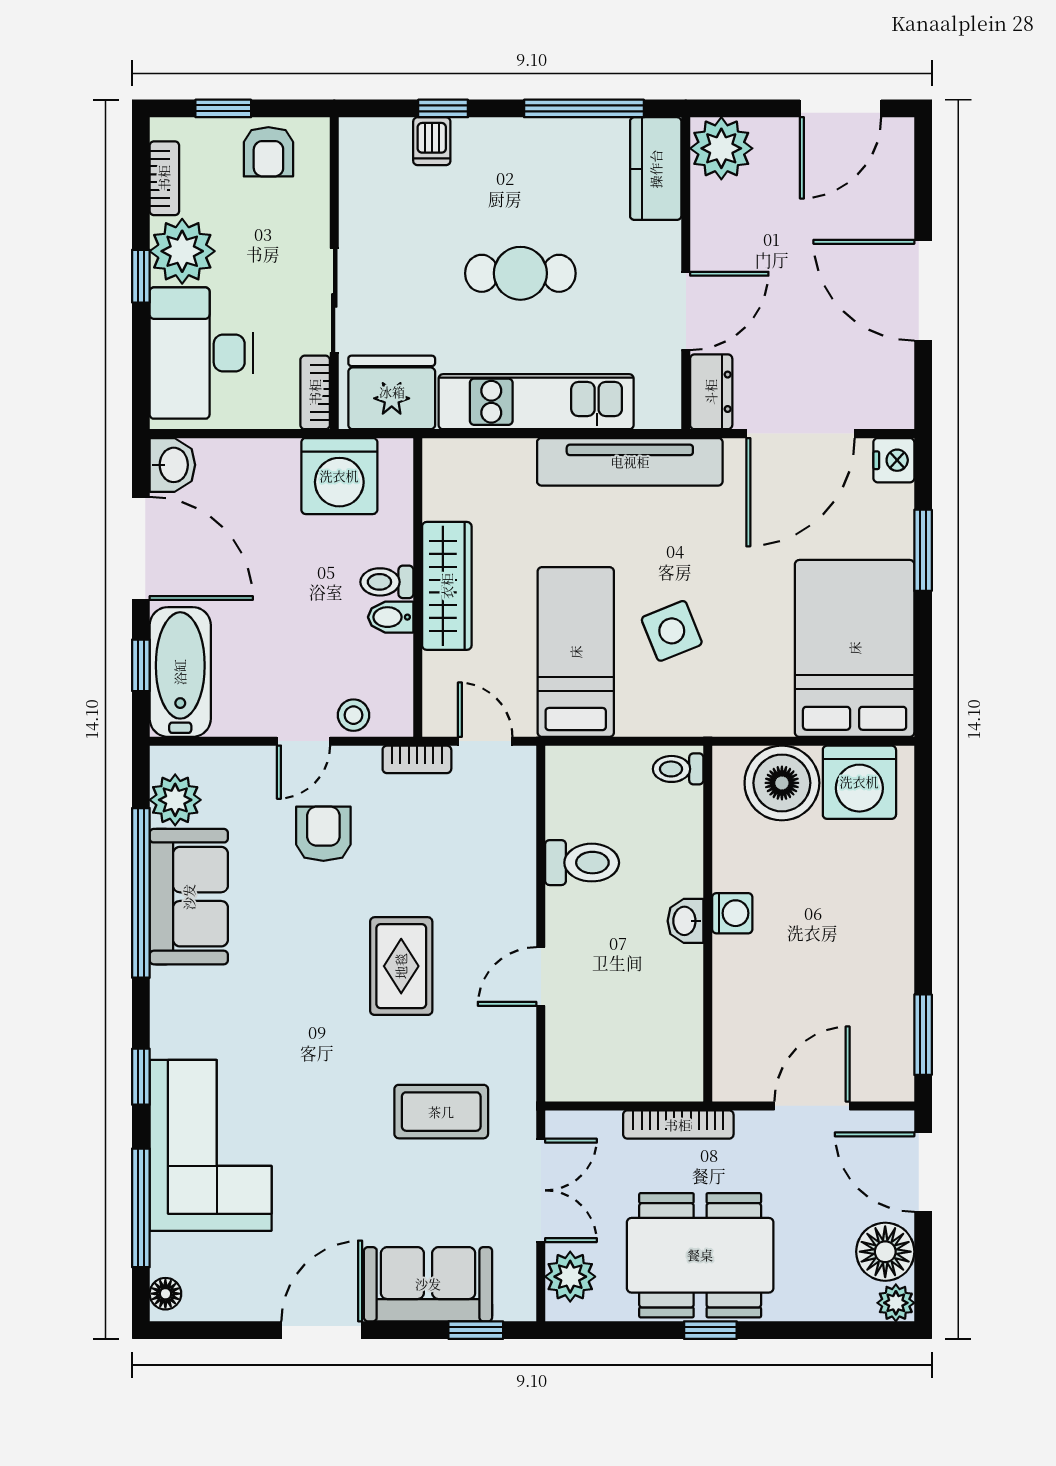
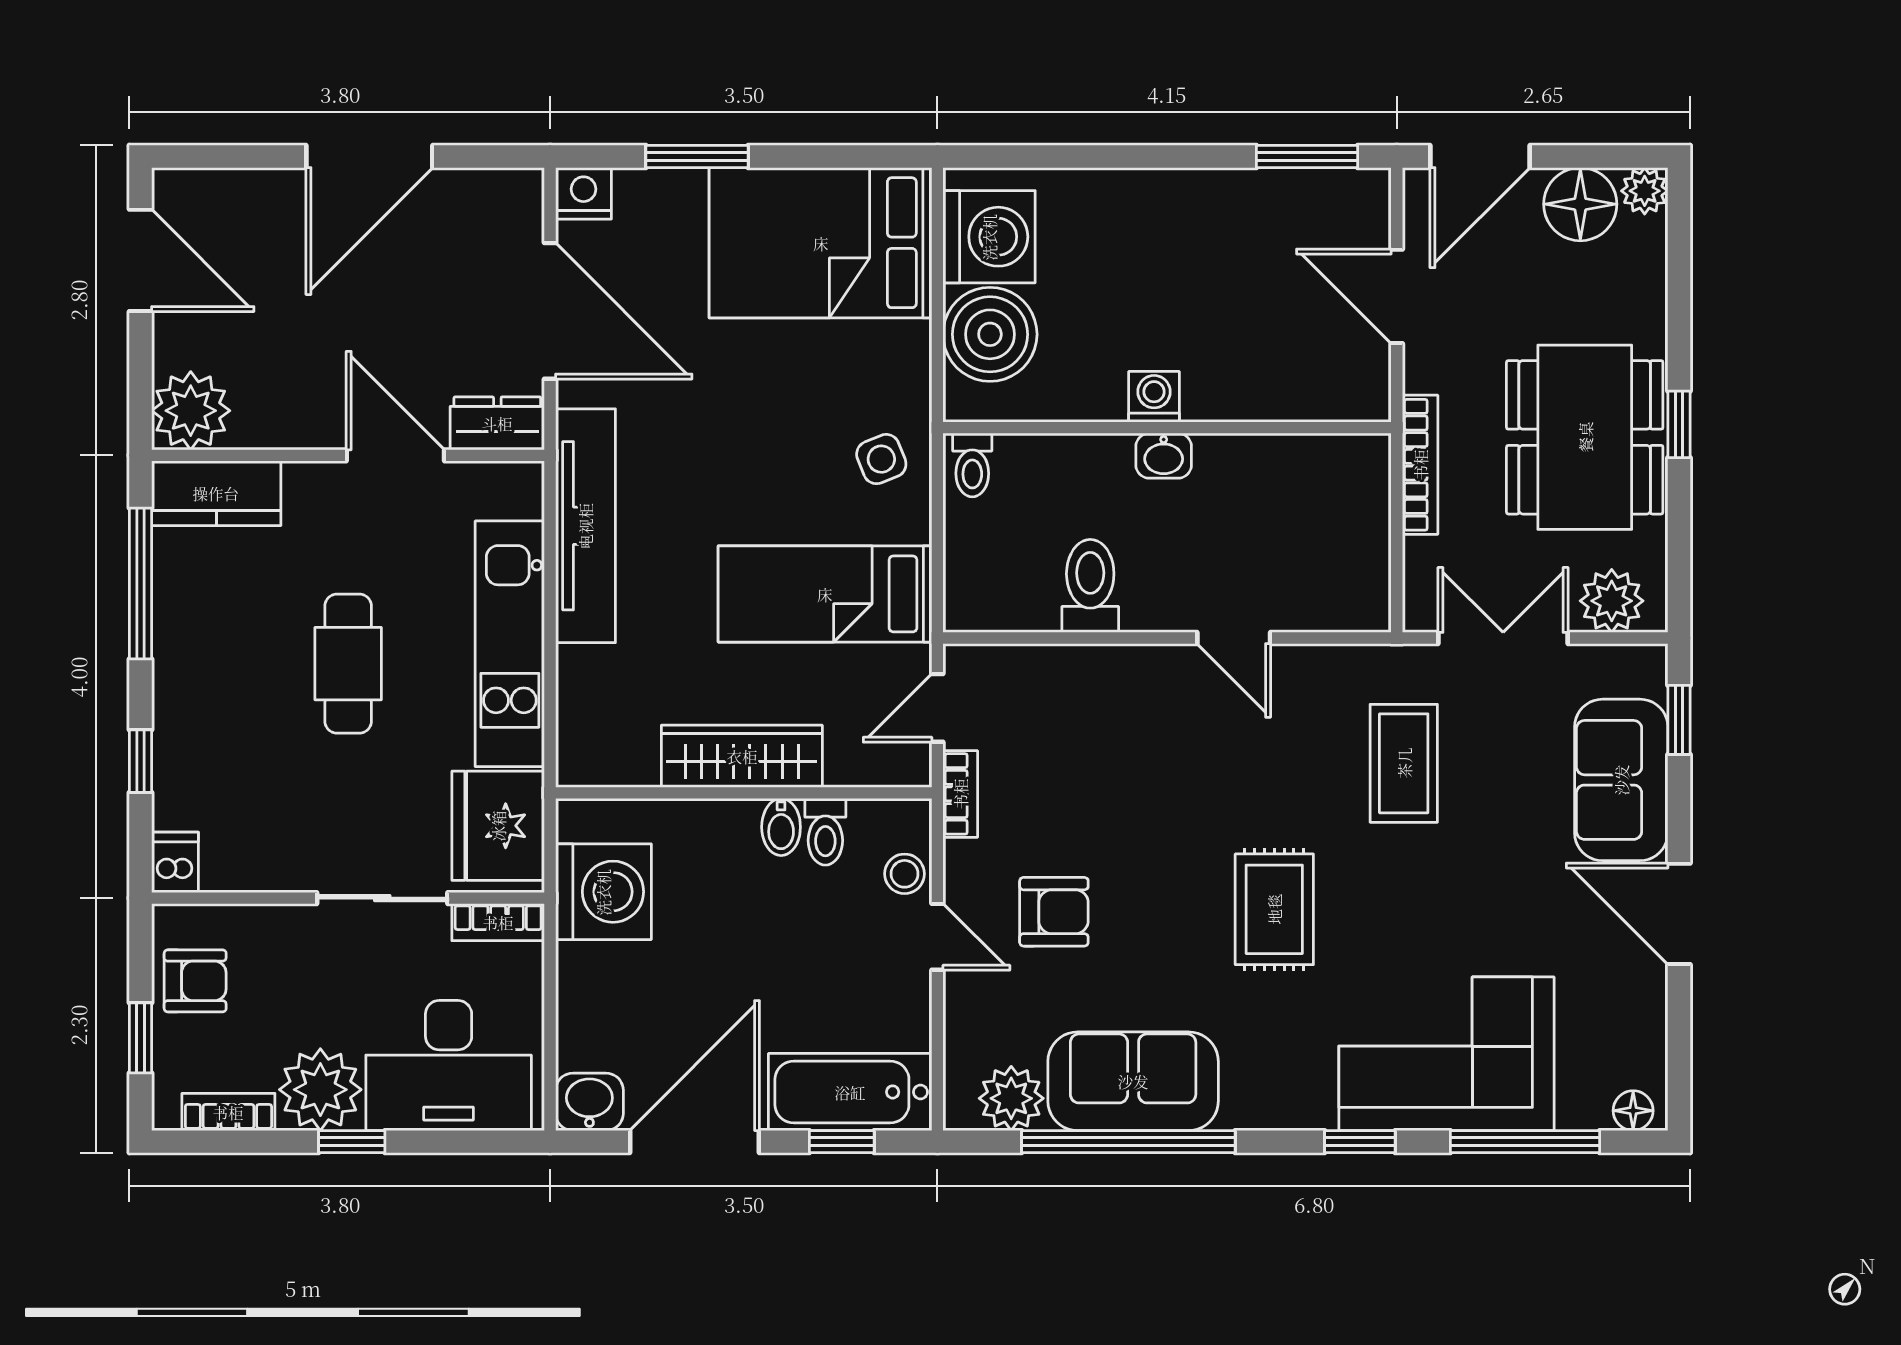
dishwasher: (432, 141) -> (175, 862), moved, turned -90
toilet: (387, 582) -> (825, 832), moved
side table: (672, 631) -> (881, 459), moved, width x0.73, depth x0.73
armchair: (323, 834) -> (1054, 912), turned 180
rug: (401, 966) -> (1274, 909), moved, turned 90

